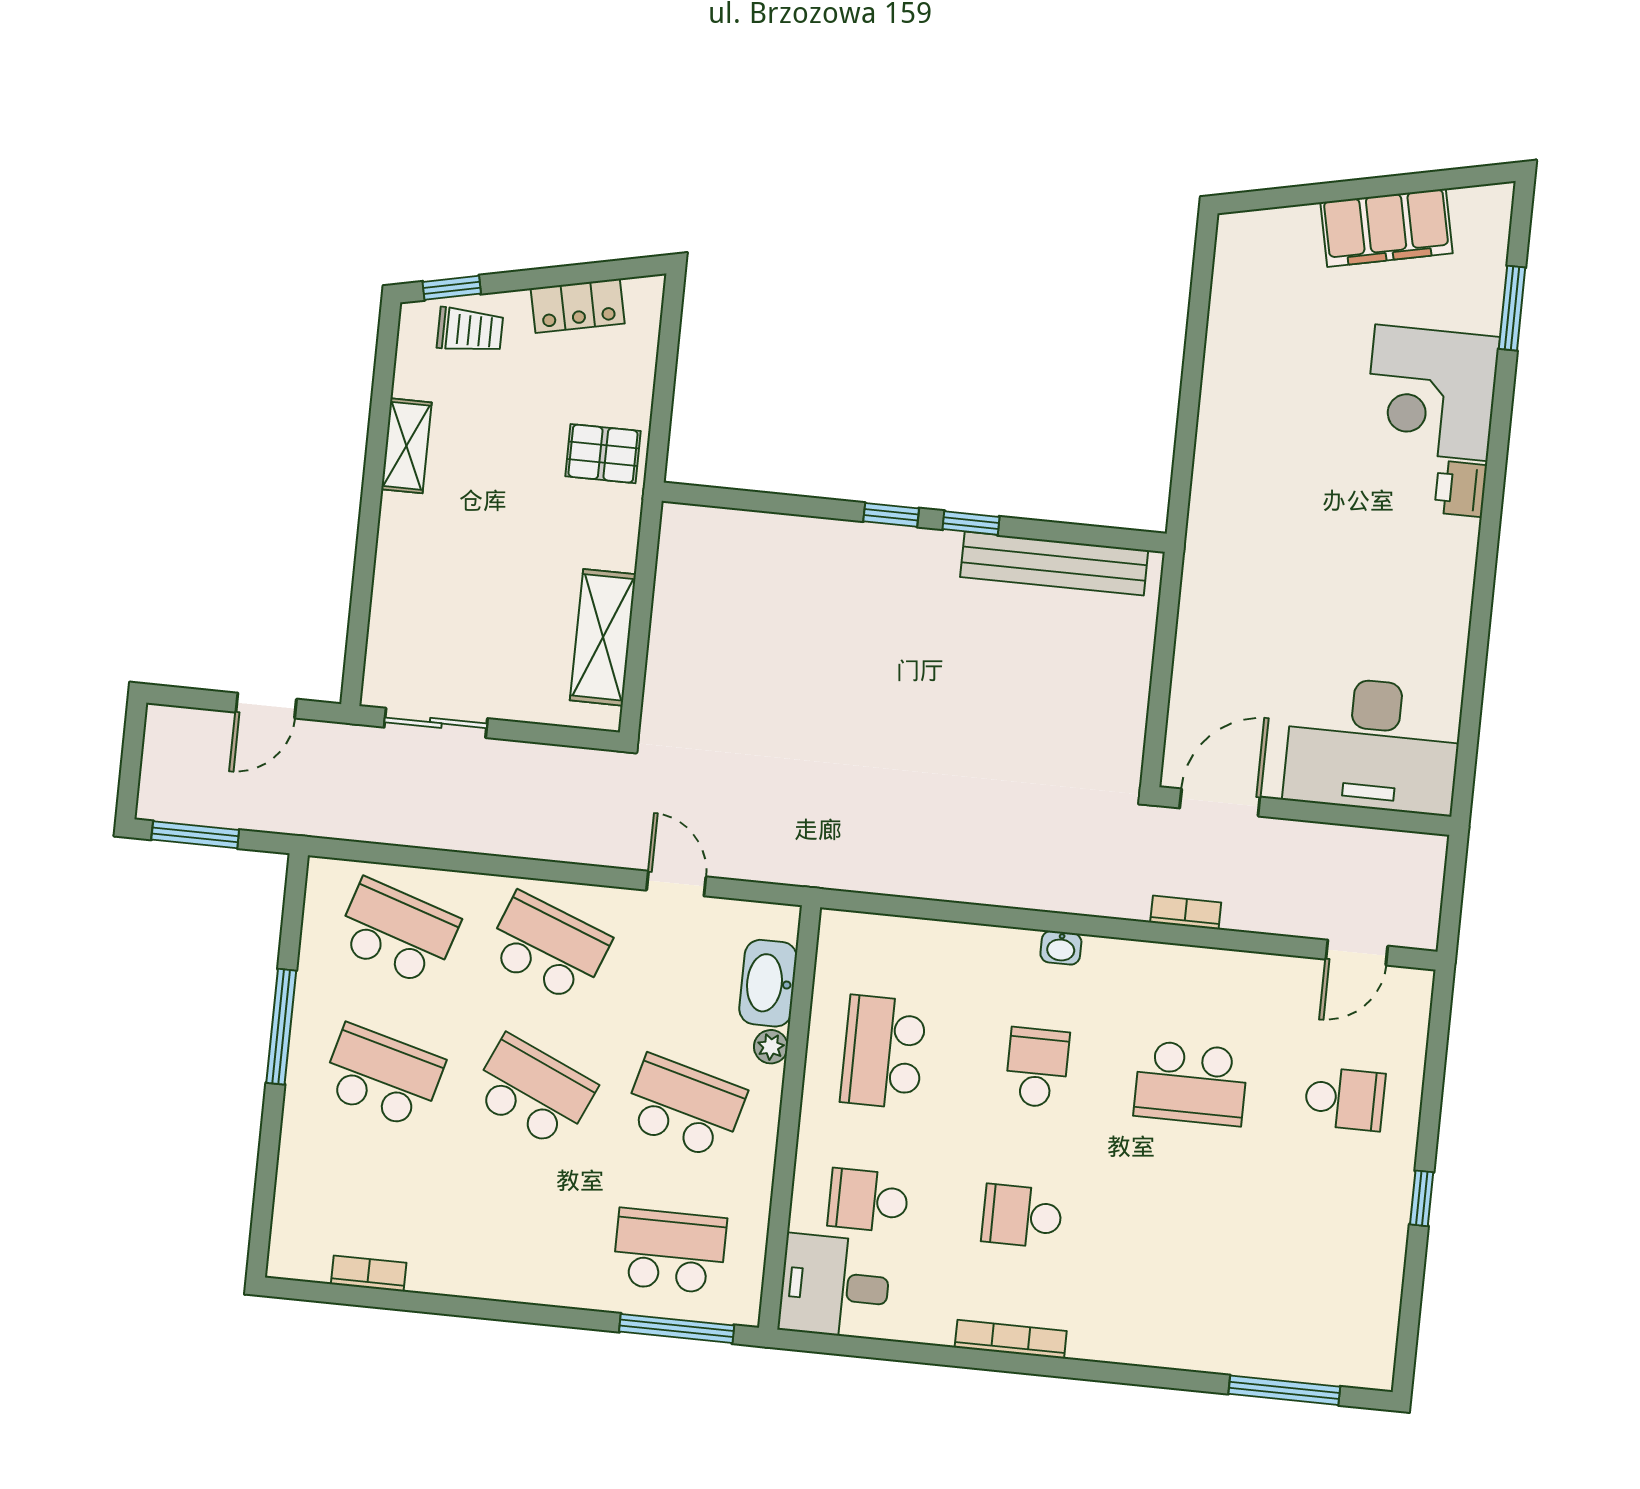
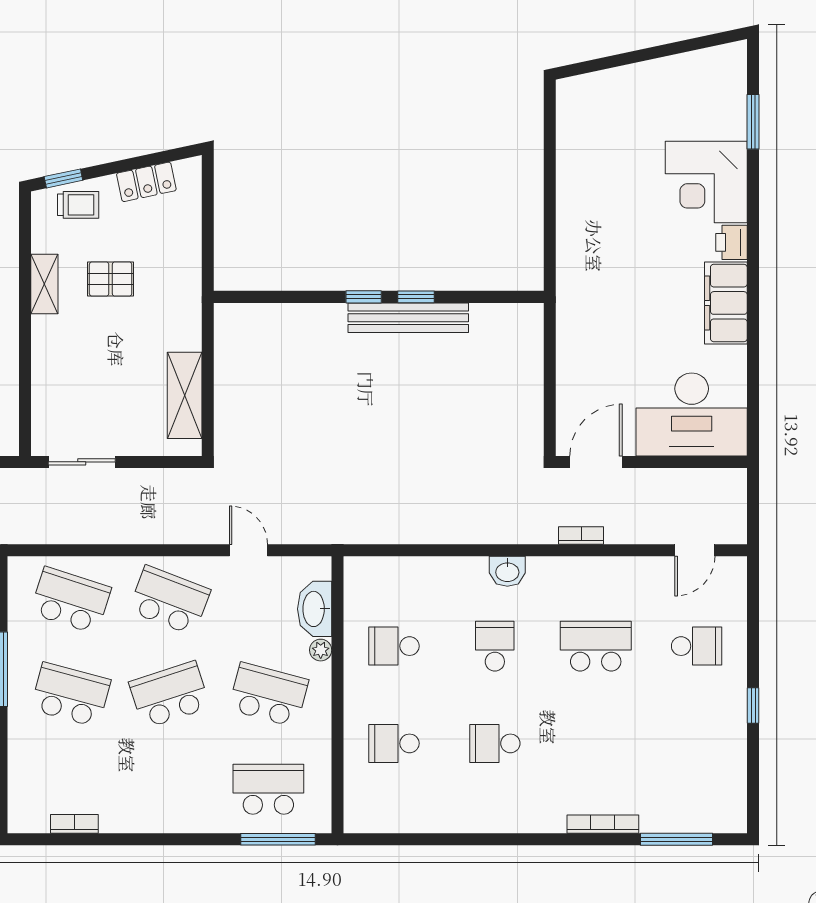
filing cabinet: (1387, 228) -> (726, 303), moved, turned 102
pallet: (603, 454) -> (111, 279), moved
bench: (1054, 564) -> (408, 318), moved
washbasin: (1061, 948) -> (507, 571), width x1.38, depth x1.45
school desk: (883, 1052) -> (394, 646), width x0.54
school desk: (1191, 1083) -> (596, 646), turned 180
school desk: (533, 1091) -> (169, 695), turned -42
desk: (835, 1286) -> (378, 801), removed
bookcase: (1011, 1339) -> (603, 824), moved

